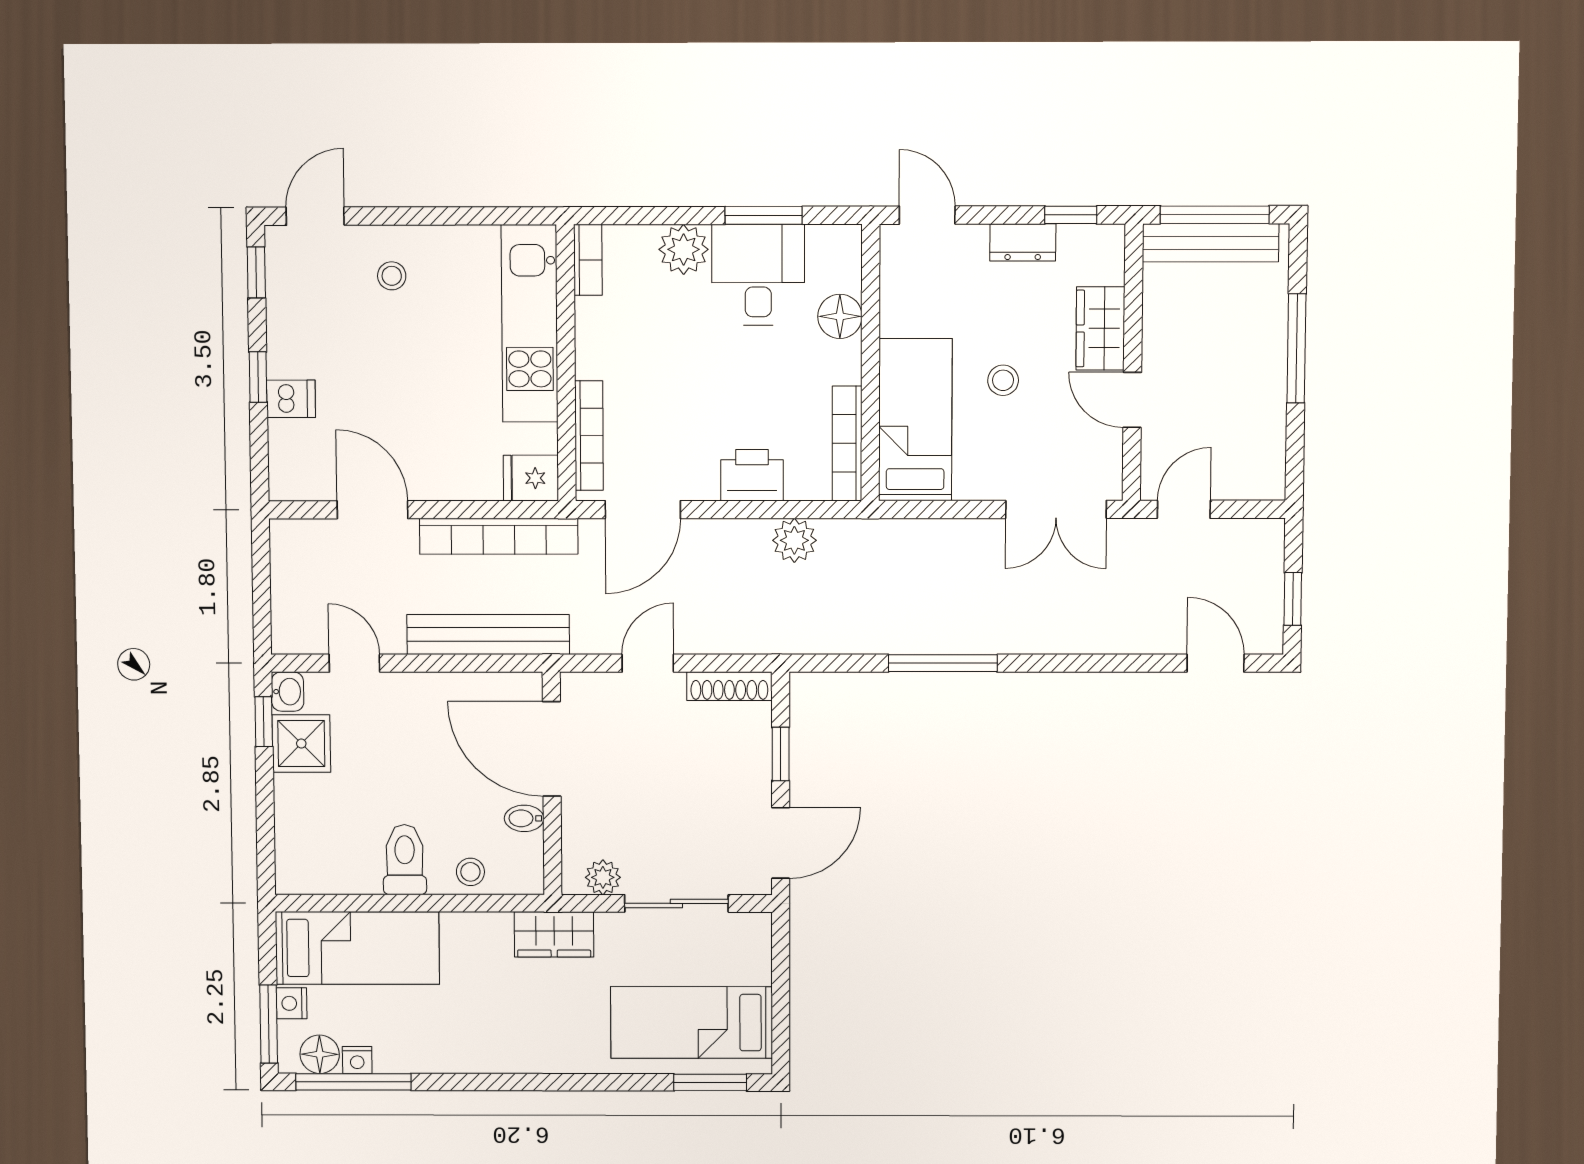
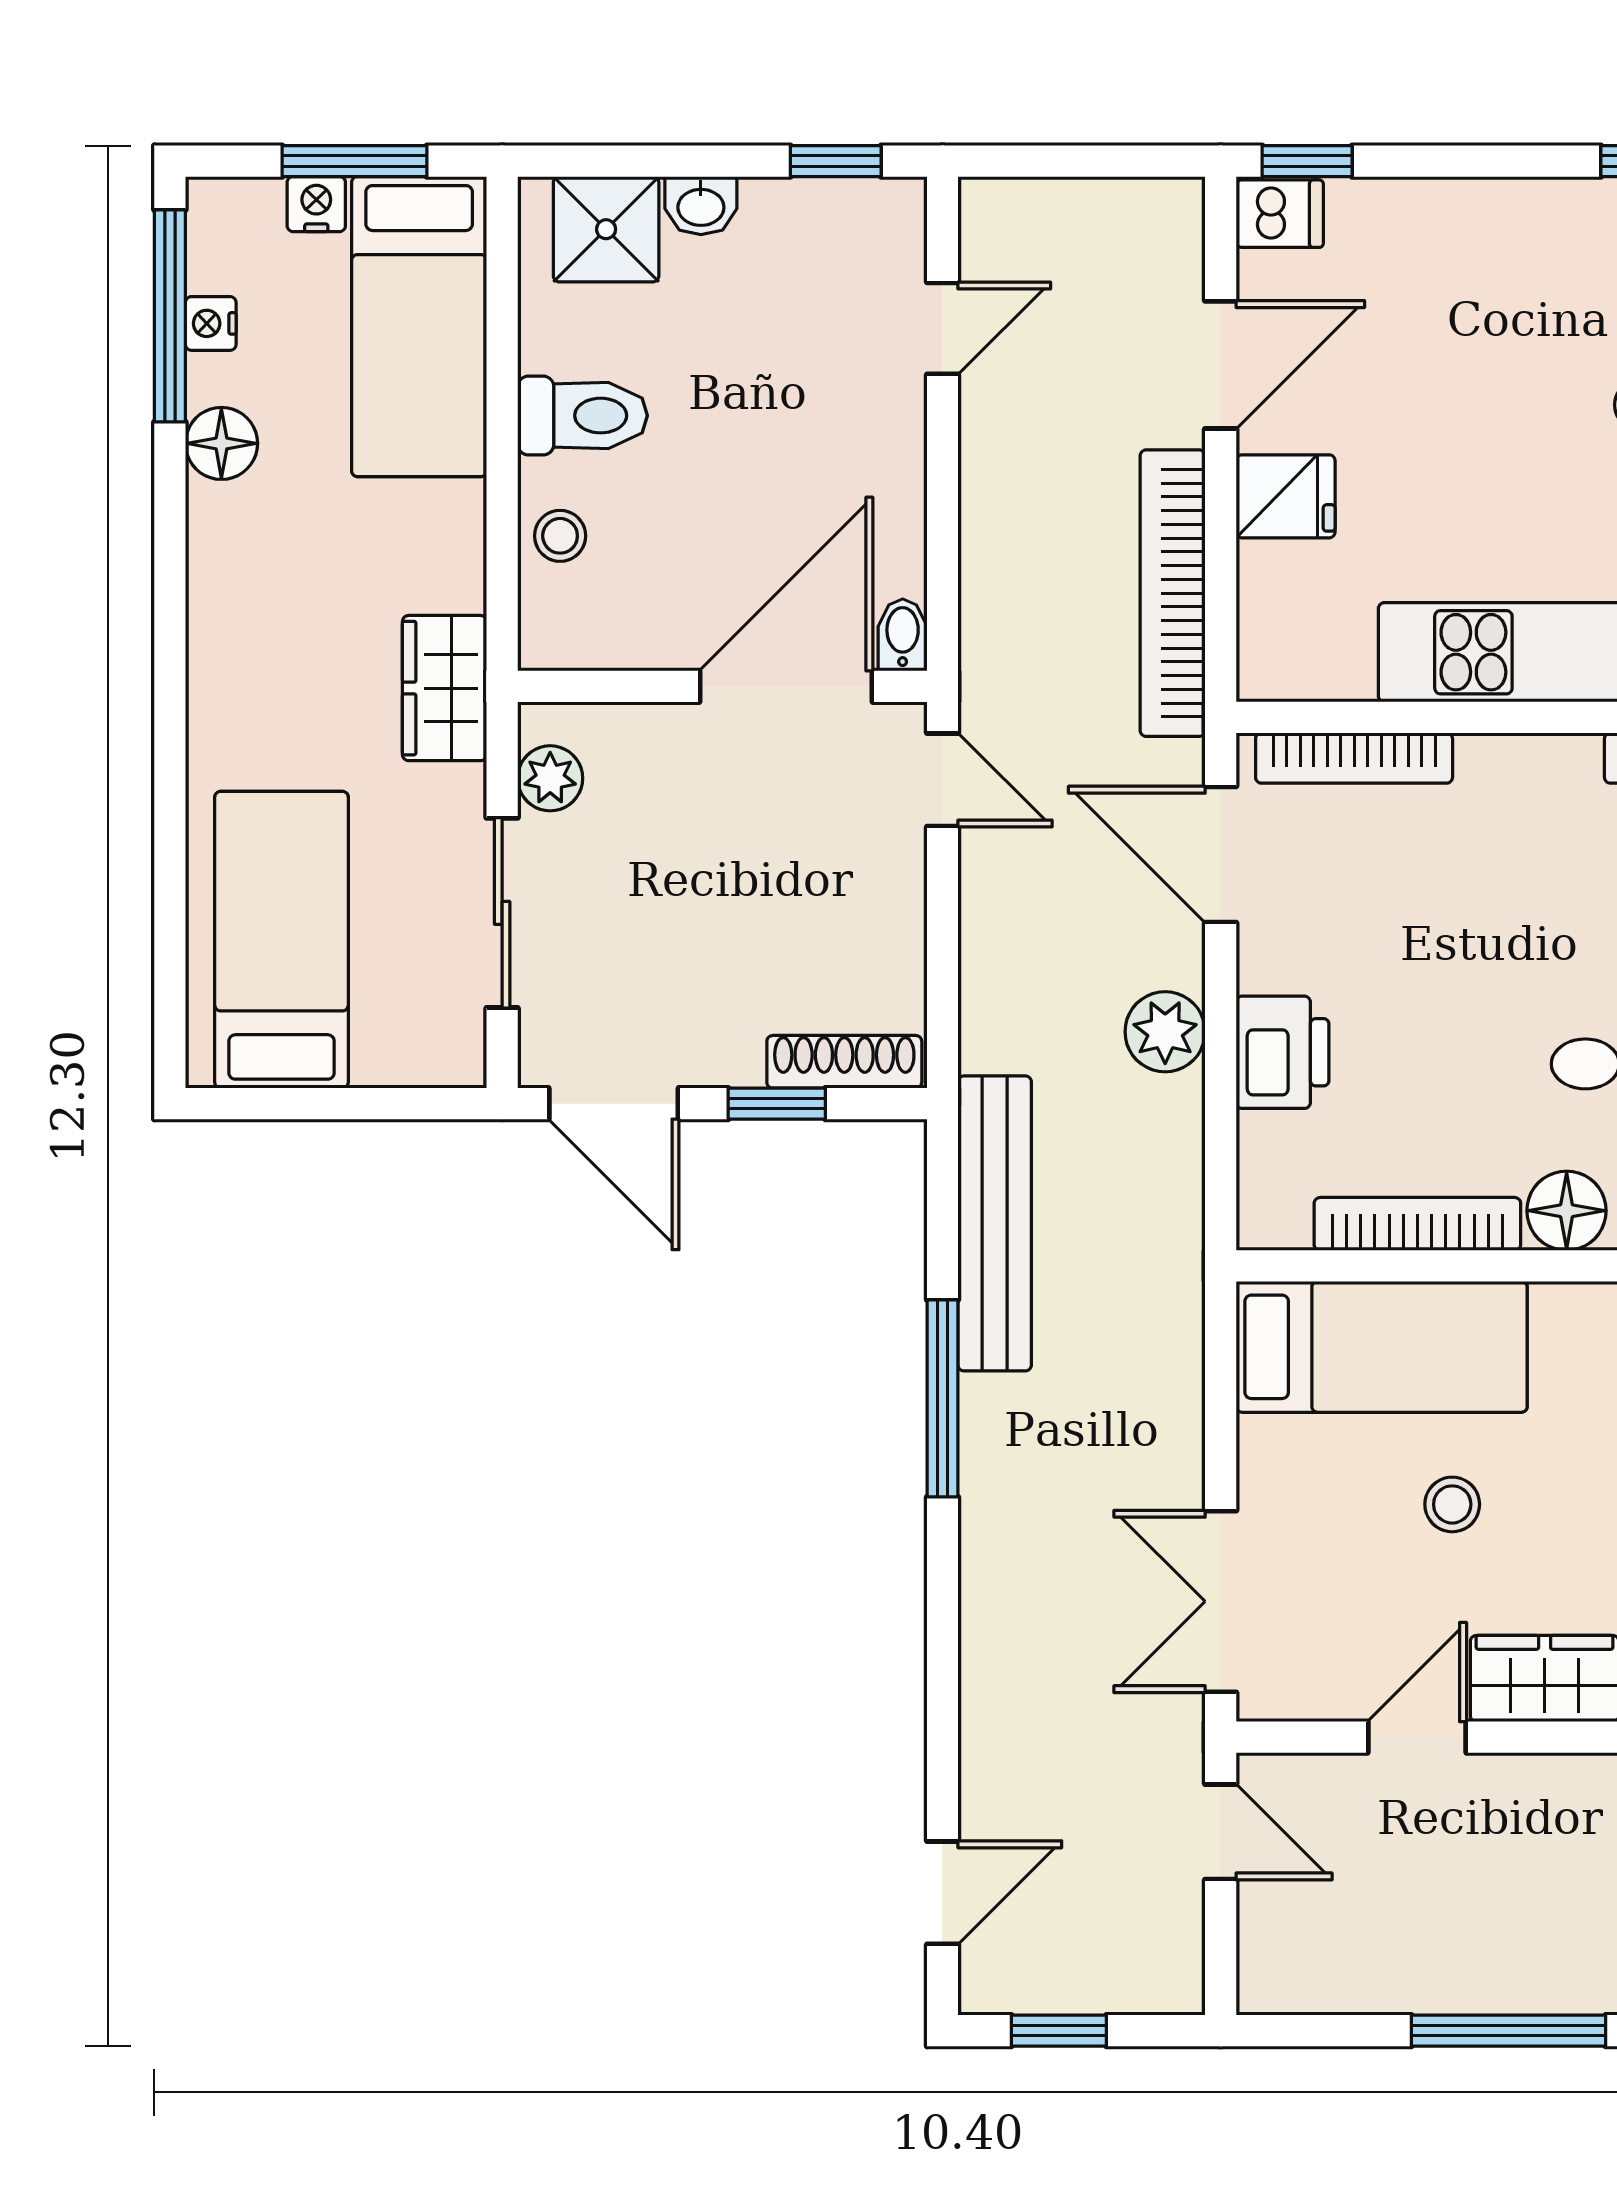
window: (258, 377) -> (1307, 161), moved
dishwasher: (291, 399) -> (1280, 214), moved, turned -90
bookcase: (847, 443) -> (1417, 1224), moved
fridge: (531, 478) -> (1286, 496), moved, turned 90
plant: (794, 540) -> (1165, 1032), moved
bench: (488, 635) -> (995, 1223), moved
door: (648, 663) -> (942, 780), moved
shoe rack: (729, 686) -> (844, 1062), moved, turned 90
washbasin: (288, 692) -> (701, 206), moved
shower: (301, 744) -> (606, 229), moved
bidet: (524, 818) -> (903, 635), moved
window: (269, 1024) -> (354, 161), moved
floor lamp: (320, 1054) -> (221, 443), moved
window: (710, 1082) -> (170, 974), removed

